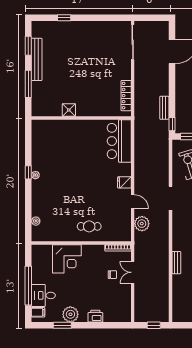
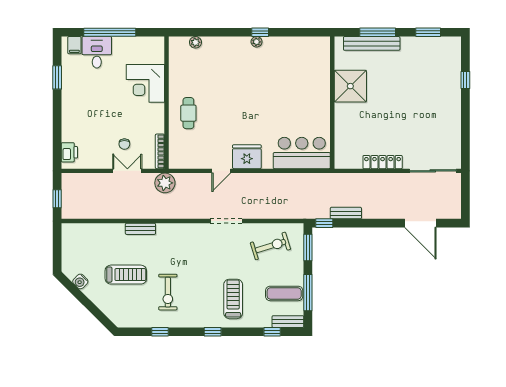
bench: (37, 59) -> (372, 43), moved
locker: (126, 96) -> (383, 162), moved
shower: (69, 110) -> (350, 86), width x1.86, depth x1.86
fridge: (124, 182) -> (247, 157), width x1.88, depth x1.34
plant: (142, 224) -> (165, 183), moved
plant: (70, 314) -> (72, 88), removed
printer: (95, 316) -> (69, 152), moved

